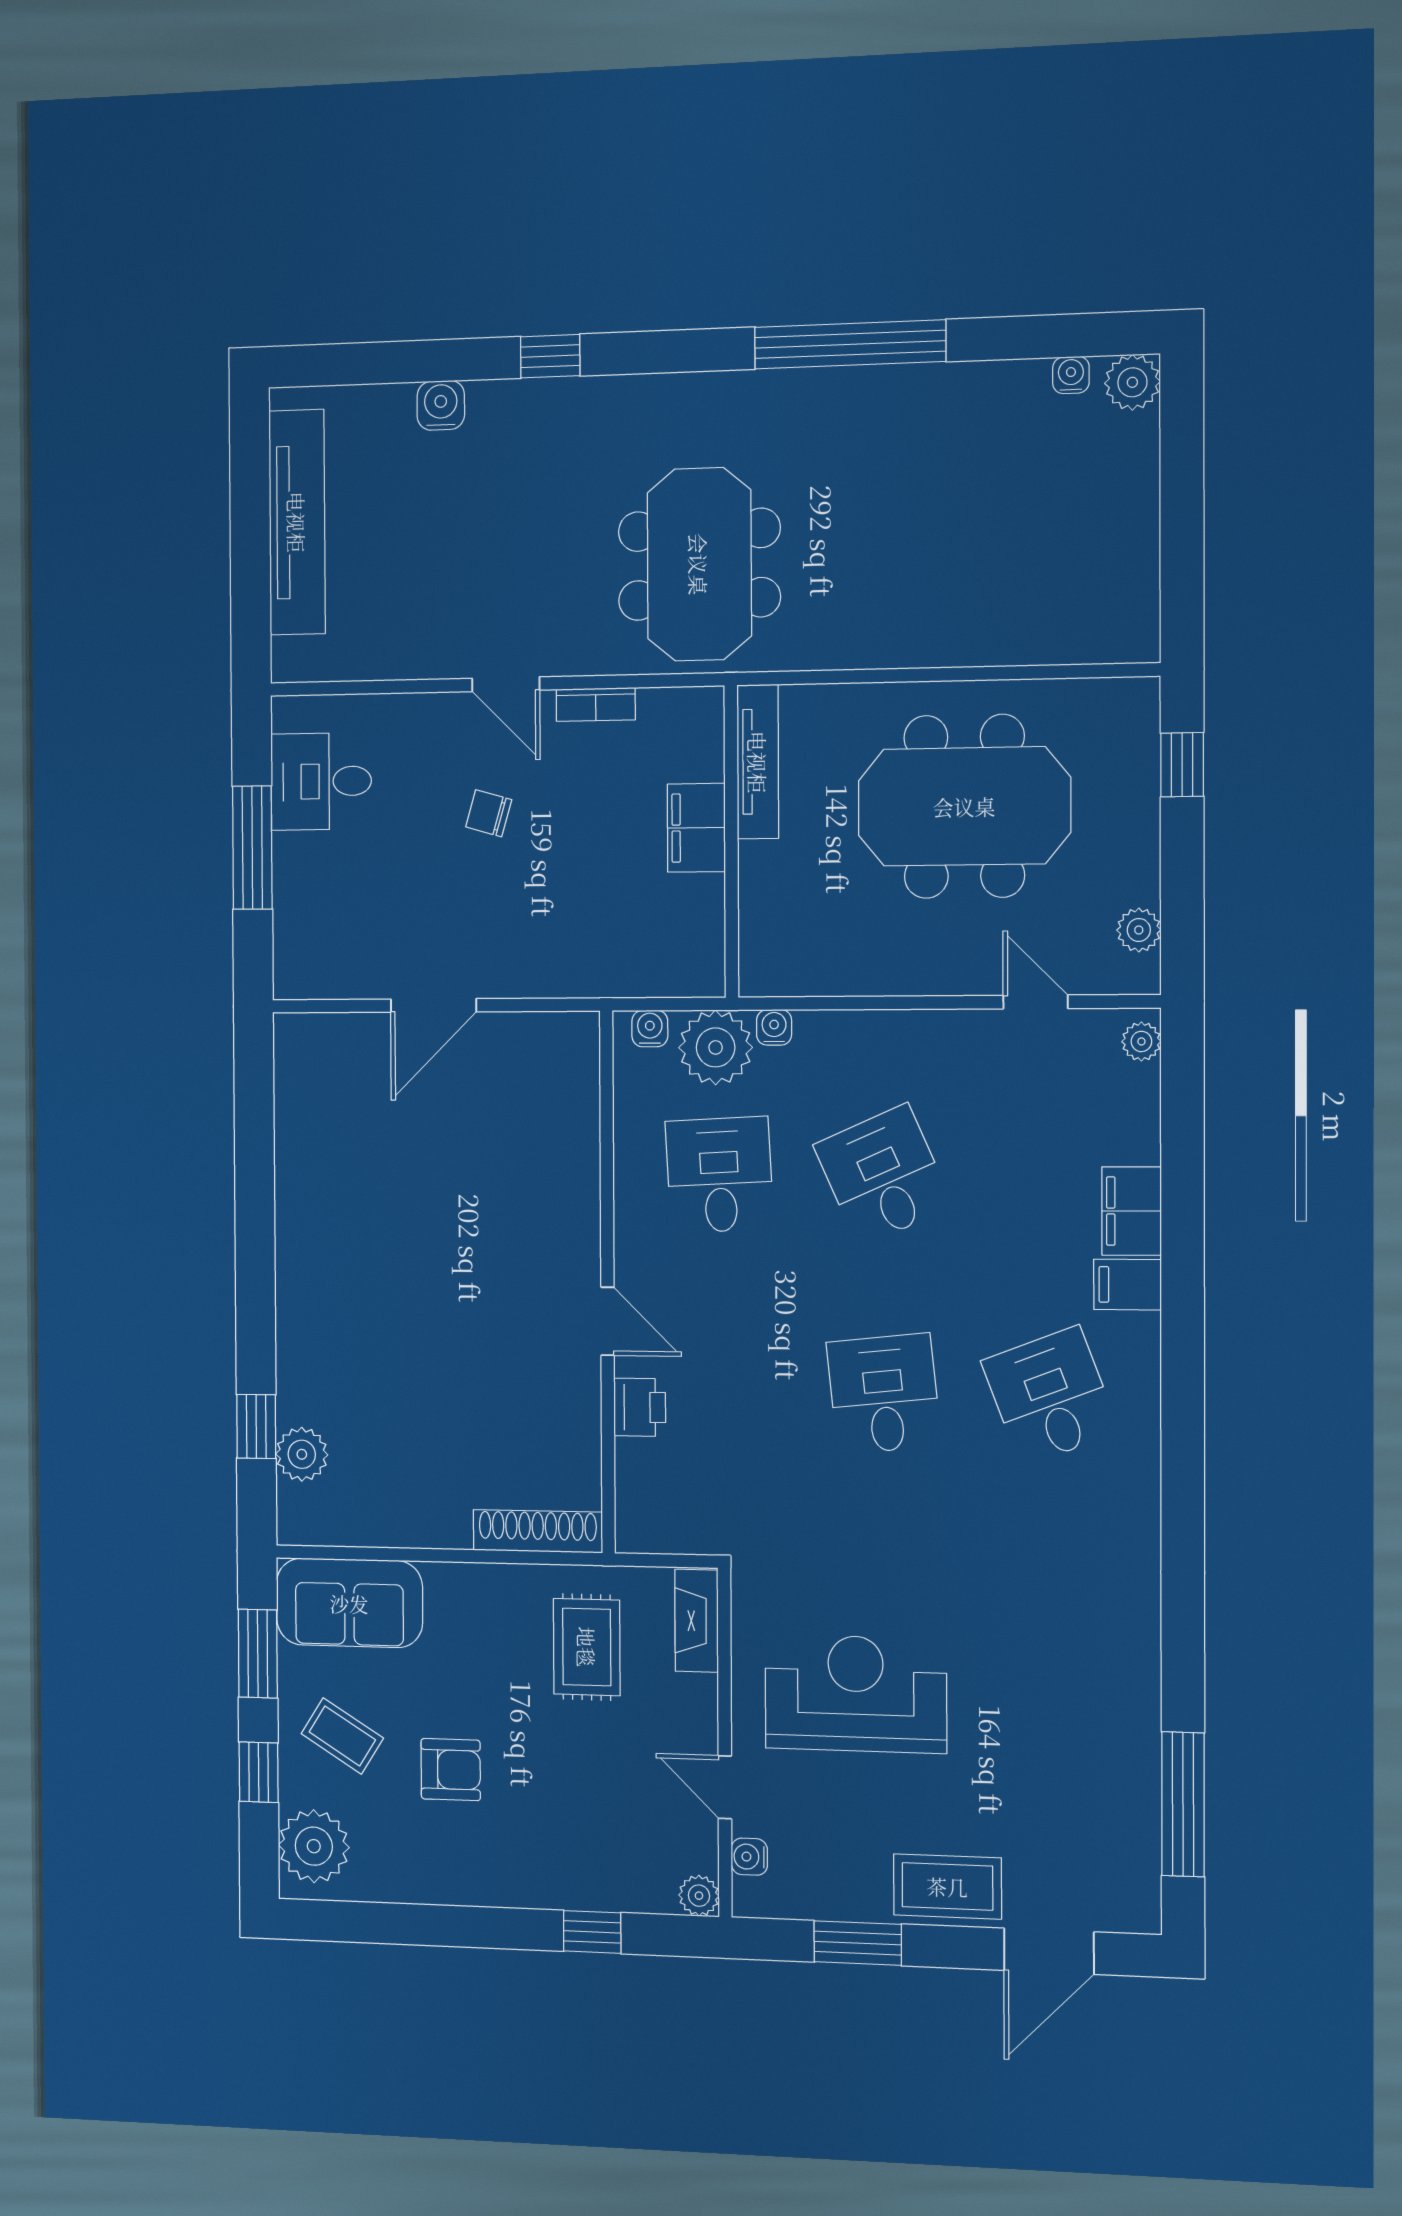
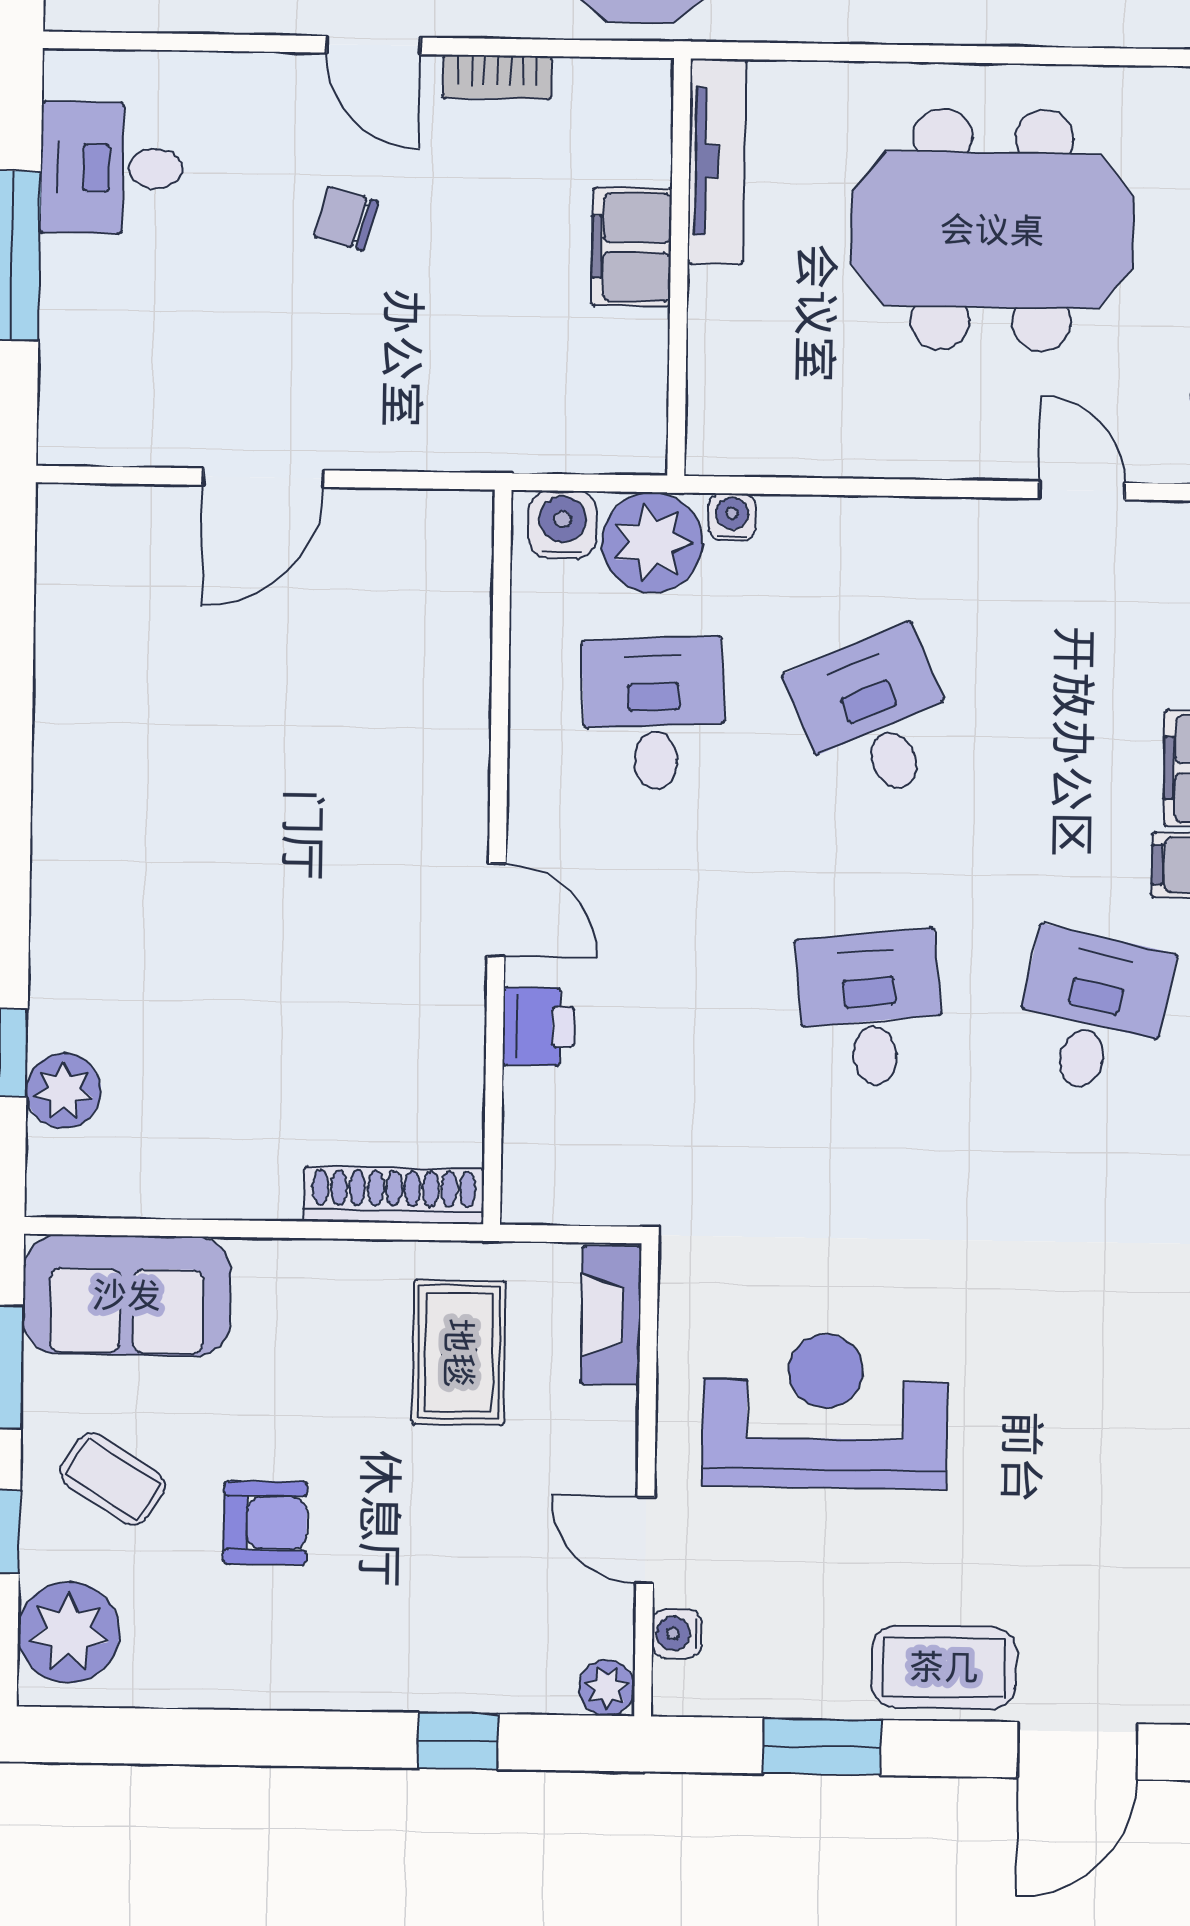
water cooler: (650, 1029) -> (563, 525), width x1.38, depth x1.38
desk: (1050, 1396) -> (1092, 1012), turned 33

